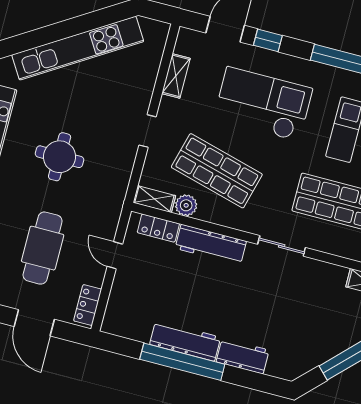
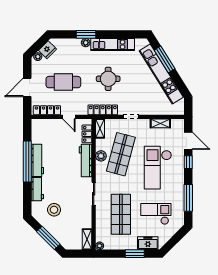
window: (50, 34) -> (165, 59), added
checkout: (263, 104) -> (158, 168), turned 180
locker: (119, 184) -> (103, 110), added
plant: (186, 205) -> (101, 156), moved
door: (115, 255) -> (69, 117), swing flipped
locker: (88, 305) -> (47, 110), width x1.53
stool: (293, 333) -> (54, 210), added

